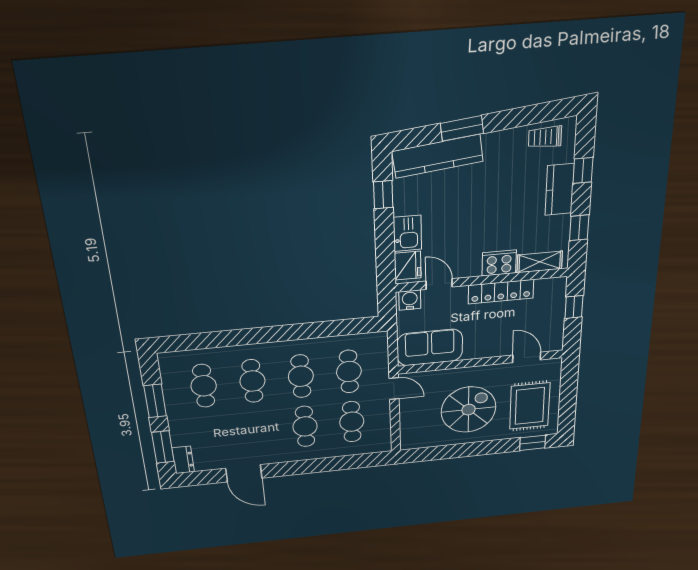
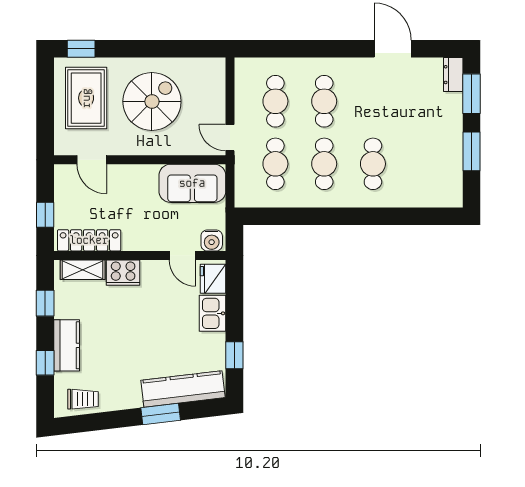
locker: (501, 292) -> (89, 240), moved
cafe table: (204, 386) -> (422, 164), removed
spiral stairs: (469, 410) -> (152, 101), turned 180

